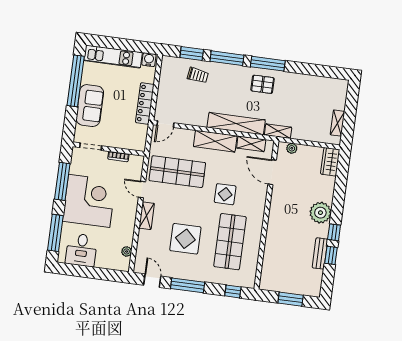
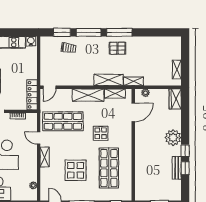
locker: (145, 103) -> (32, 95), moved
shelving: (236, 124) -> (109, 80), width x0.68
door: (272, 172) -> (133, 112), swing flipped

